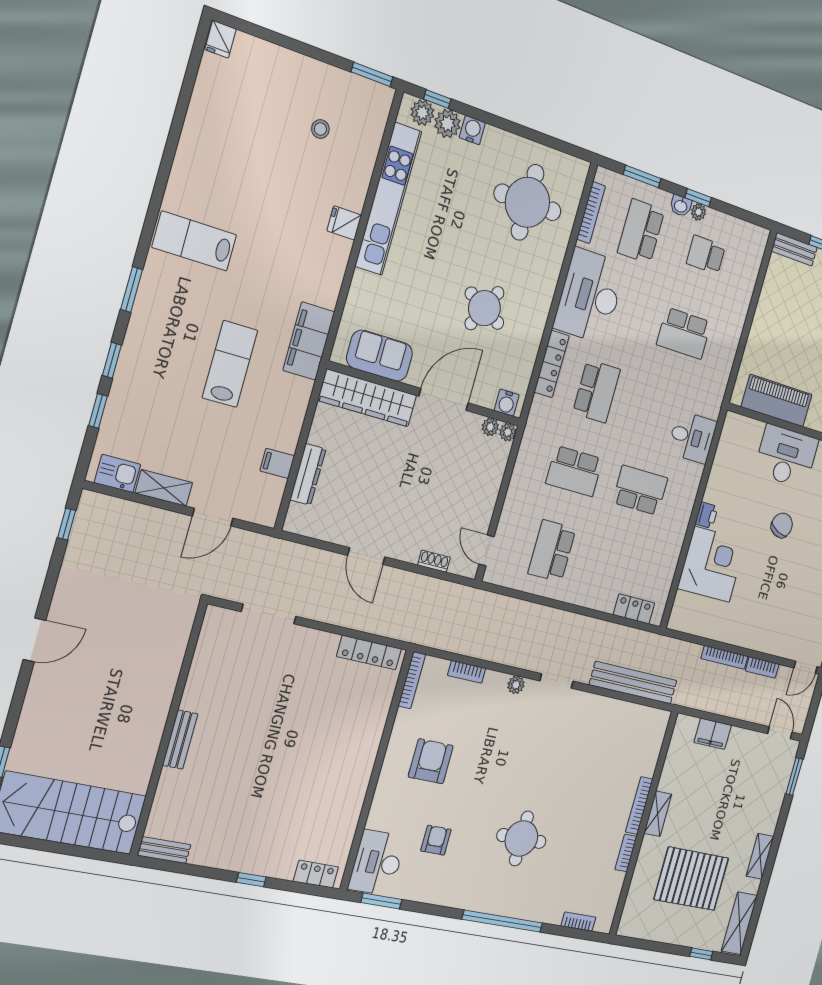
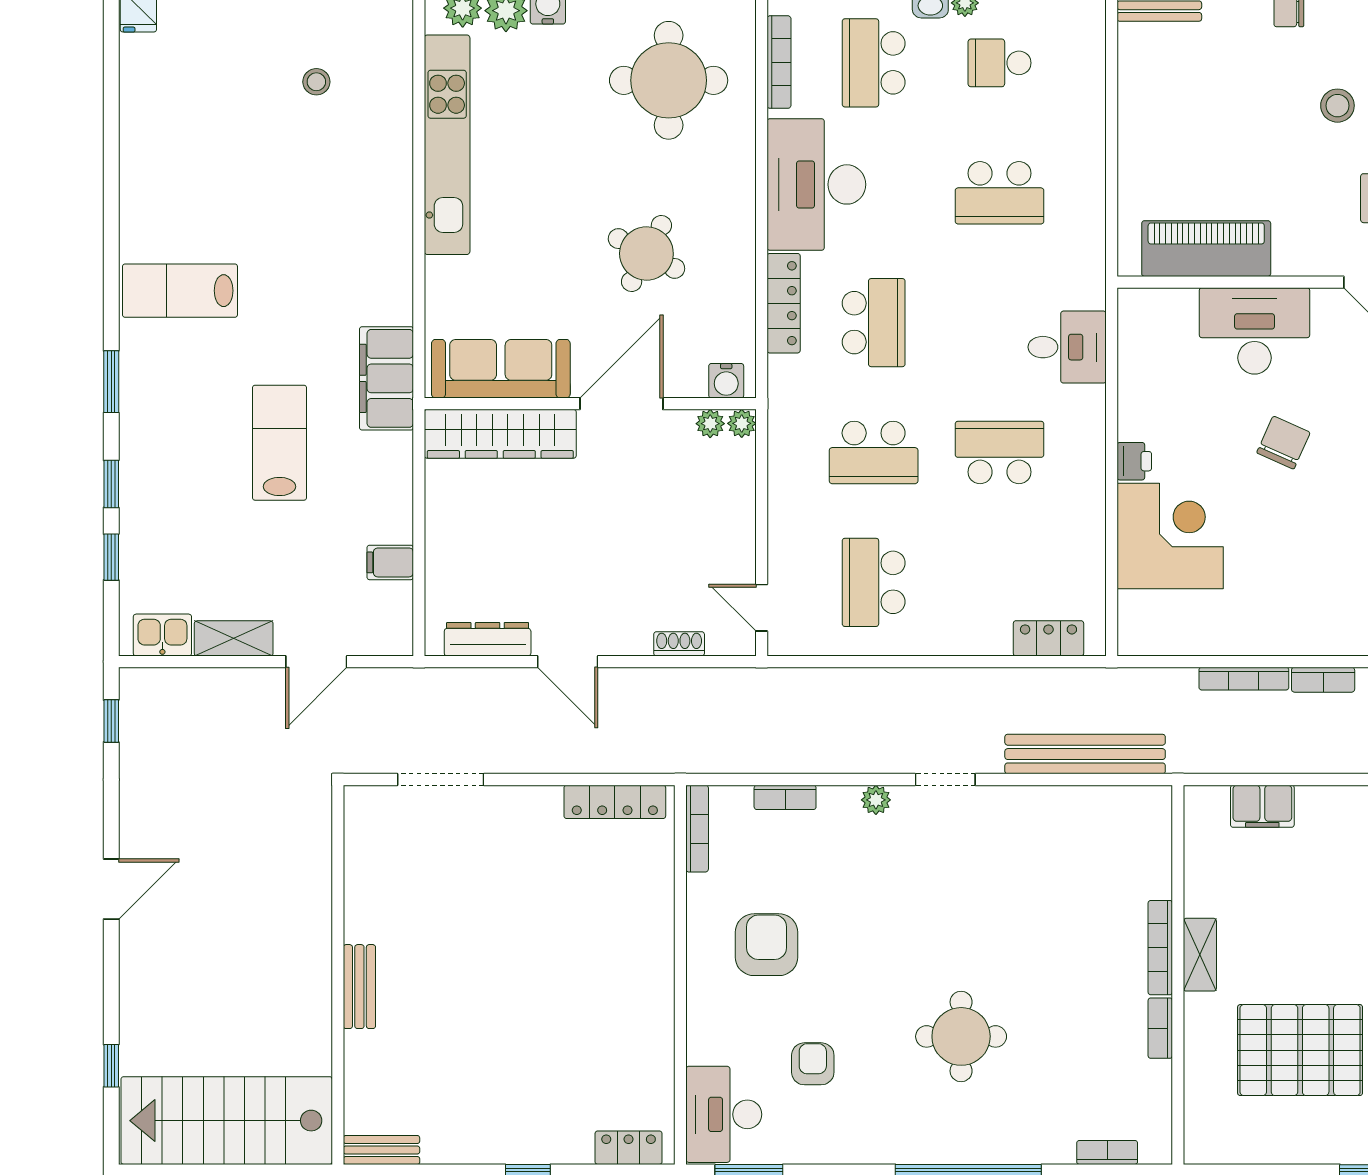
fridge: (344, 223) -> (390, 199), removed
sofa: (380, 356) -> (501, 369), width x1.36
dresser: (308, 474) -> (488, 639), moved, turned -90

